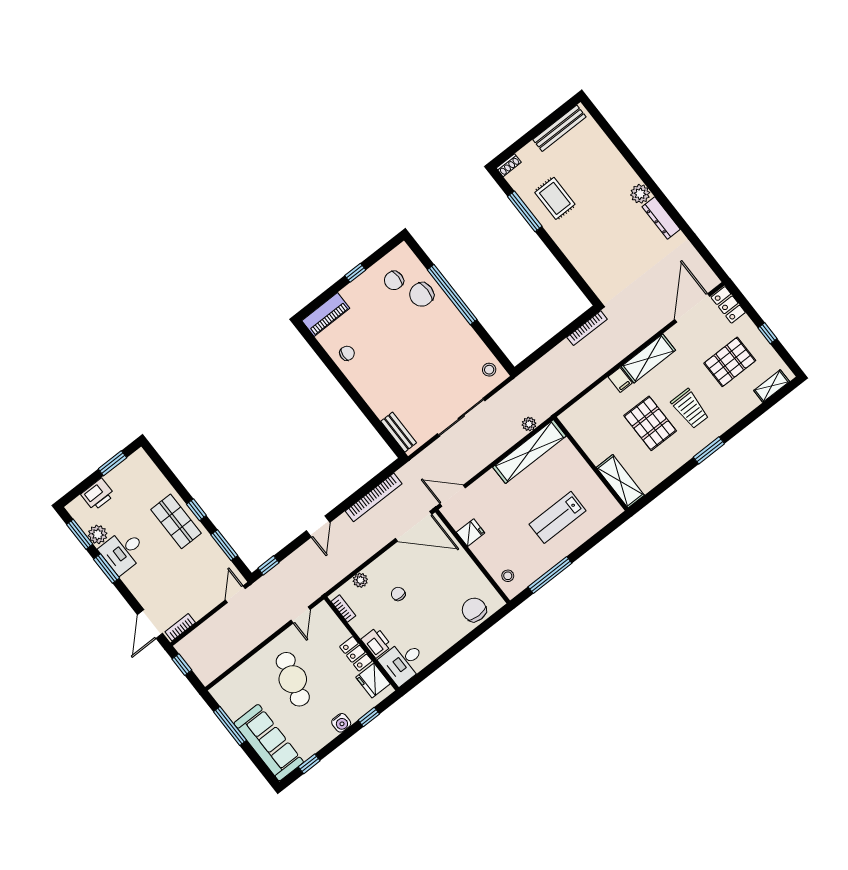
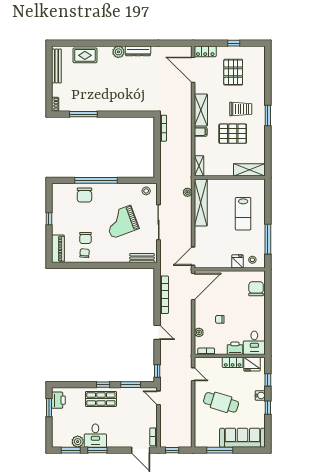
rug: (555, 198) -> (85, 55), moved
chair: (394, 280) -> (85, 238), moved
grand piano: (424, 369) -> (121, 222), added
shelving: (772, 386) -> (199, 166), moved
printer: (98, 495) -> (58, 400), moved
fridge: (471, 533) -> (237, 261), moved
chair: (474, 610) -> (256, 289), turned 90
window: (309, 764) -> (268, 408), moved

